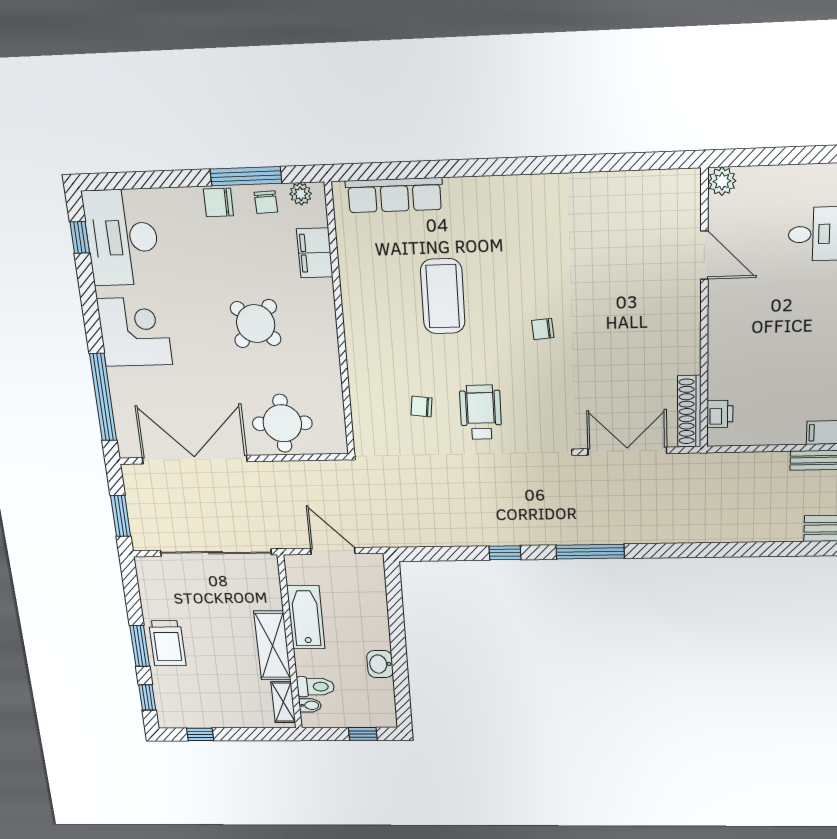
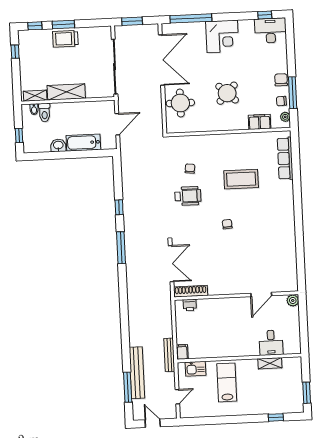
desk: (122, 238) -> (270, 31), width x0.73, depth x0.77
bathtub: (306, 617) -> (83, 143), moved, turned 180

